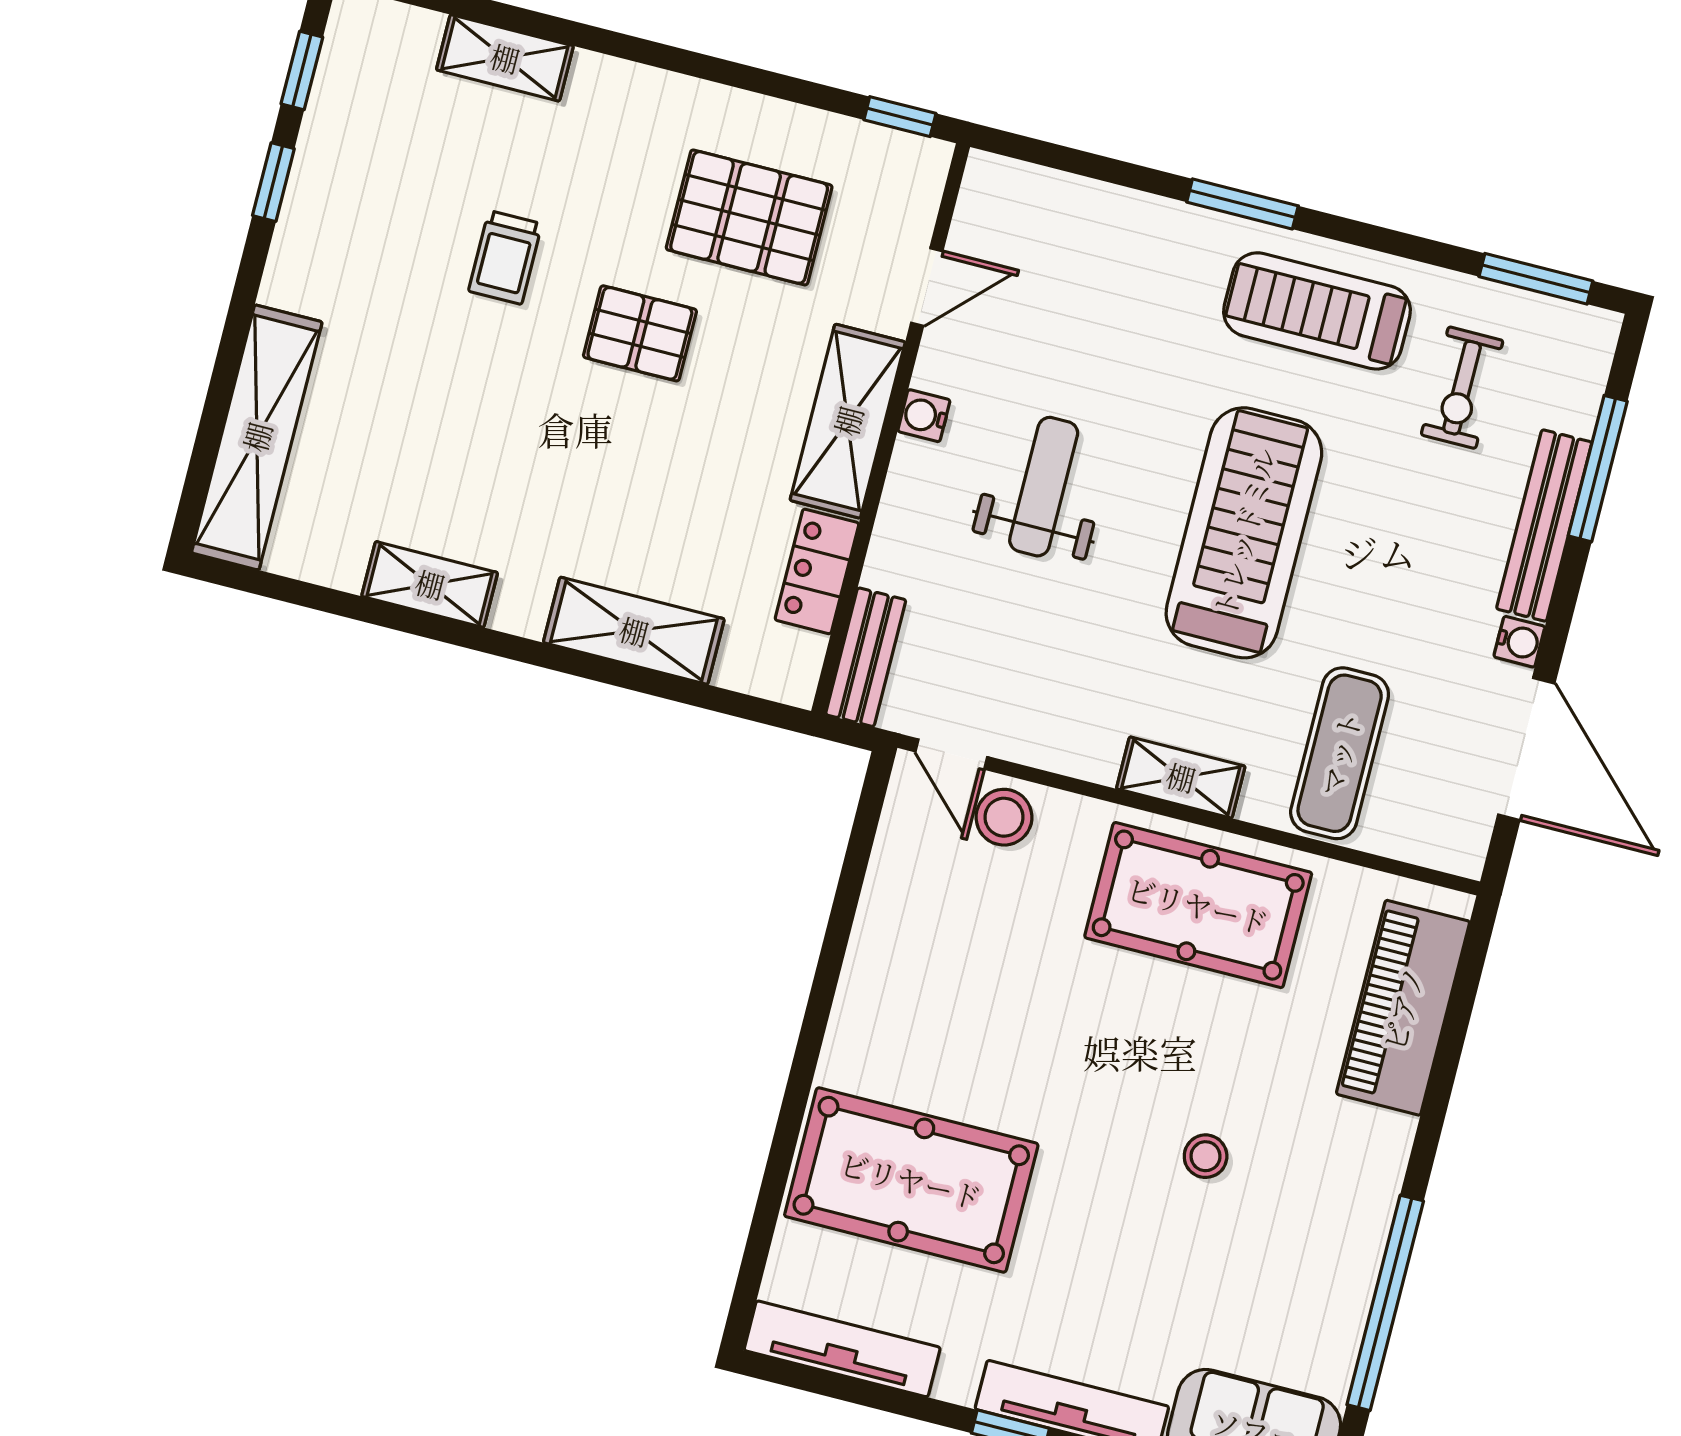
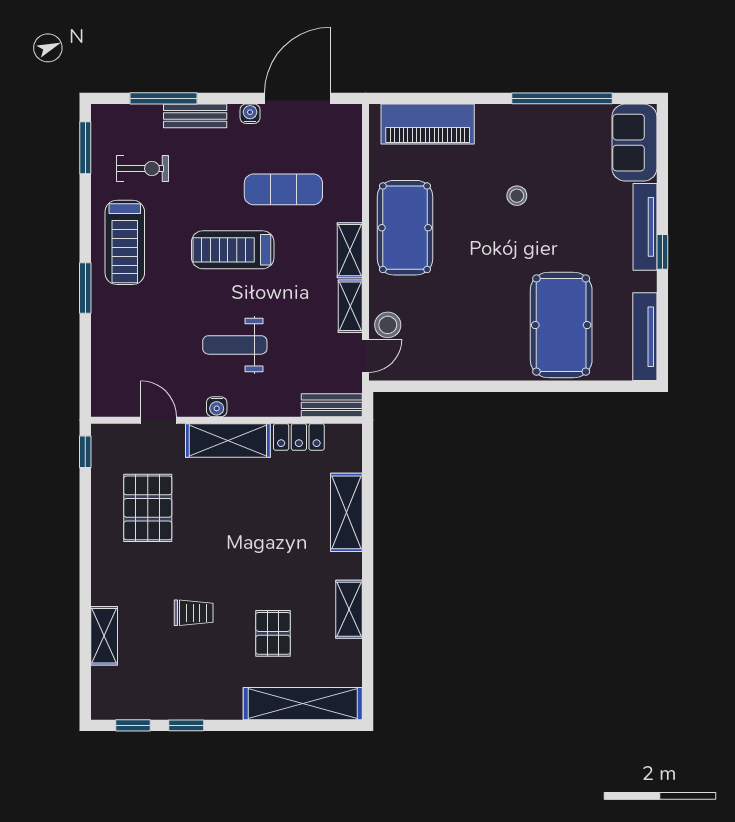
pallet: (640, 333) -> (273, 633), moved
bench: (1544, 526) -> (195, 116), width x0.73
treadmill: (1244, 533) -> (233, 250), width x0.73, depth x0.73
shelving: (1063, 749) -> (350, 306), added
exercise mat: (1340, 753) -> (283, 189), moved

